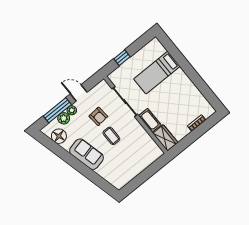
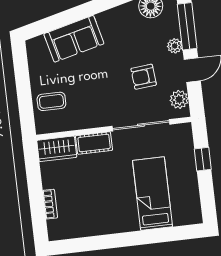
plant: (64, 118) -> (179, 99), moved
coffee table: (111, 136) -> (51, 101), moved
sofa: (87, 154) -> (74, 39), moved

